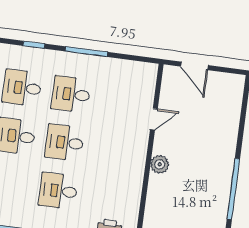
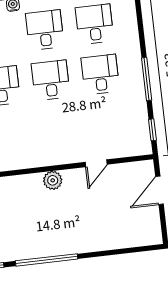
window: (34, 45) -> (152, 130), moved
door: (154, 119) -> (96, 163), hinge flipped

